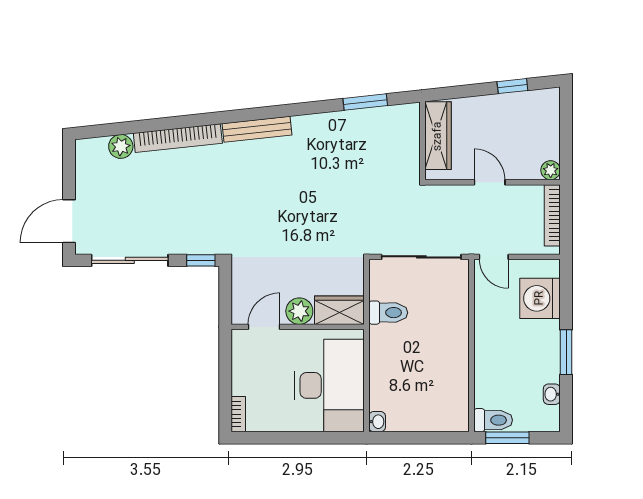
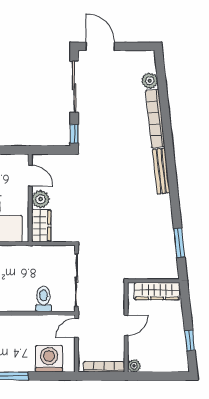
toilet: (388, 313) -> (43, 299), moved, turned 180

